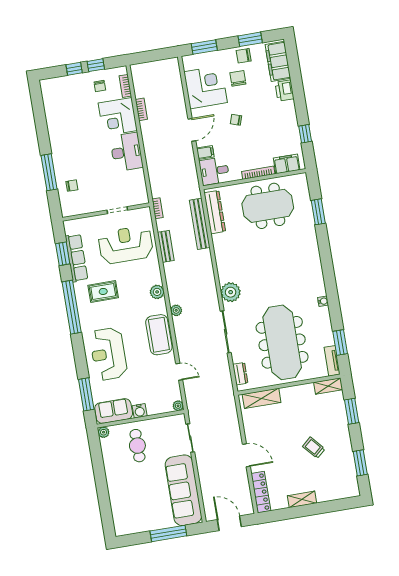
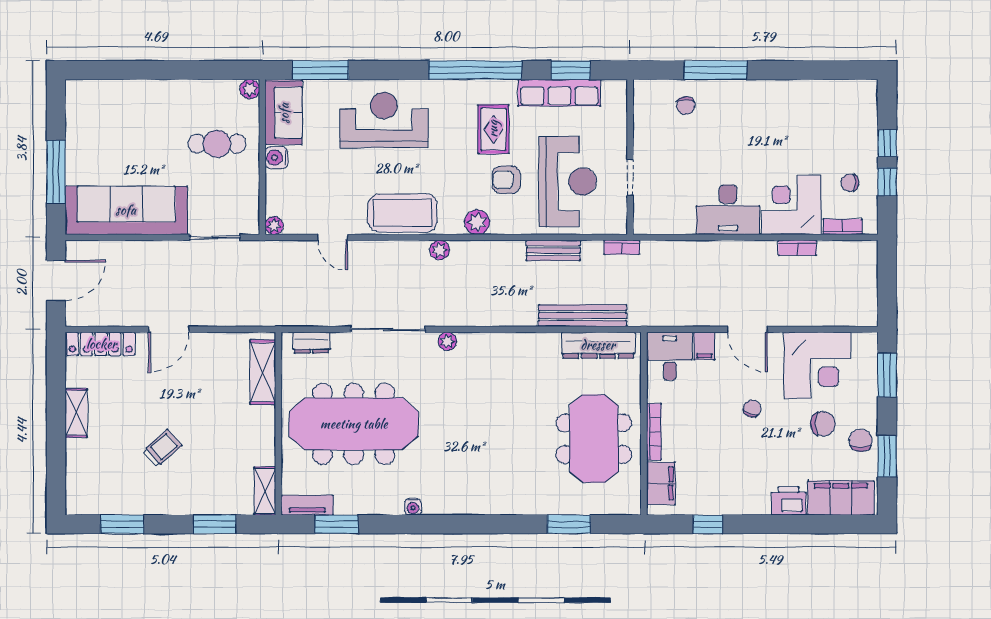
armchair: (130, 279) -> (506, 180), added
plant: (231, 292) -> (447, 341), width x0.53, depth x0.53
door: (179, 372) -> (333, 237), hinge flipped

